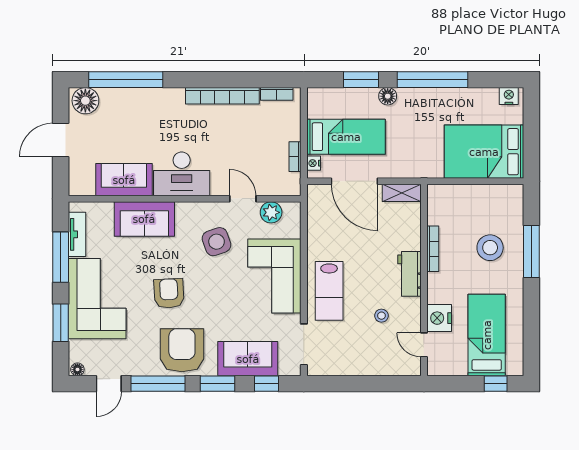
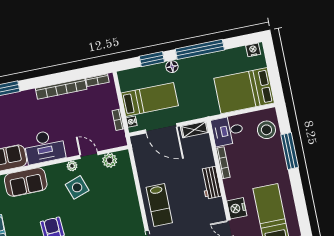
desk: (449, 204) -> (227, 131), added
plant: (215, 209) -> (72, 166), added
stool: (490, 248) -> (266, 130), moved
corner sofa: (274, 276) -> (121, 203), removed
stool: (381, 316) -> (198, 215), removed

